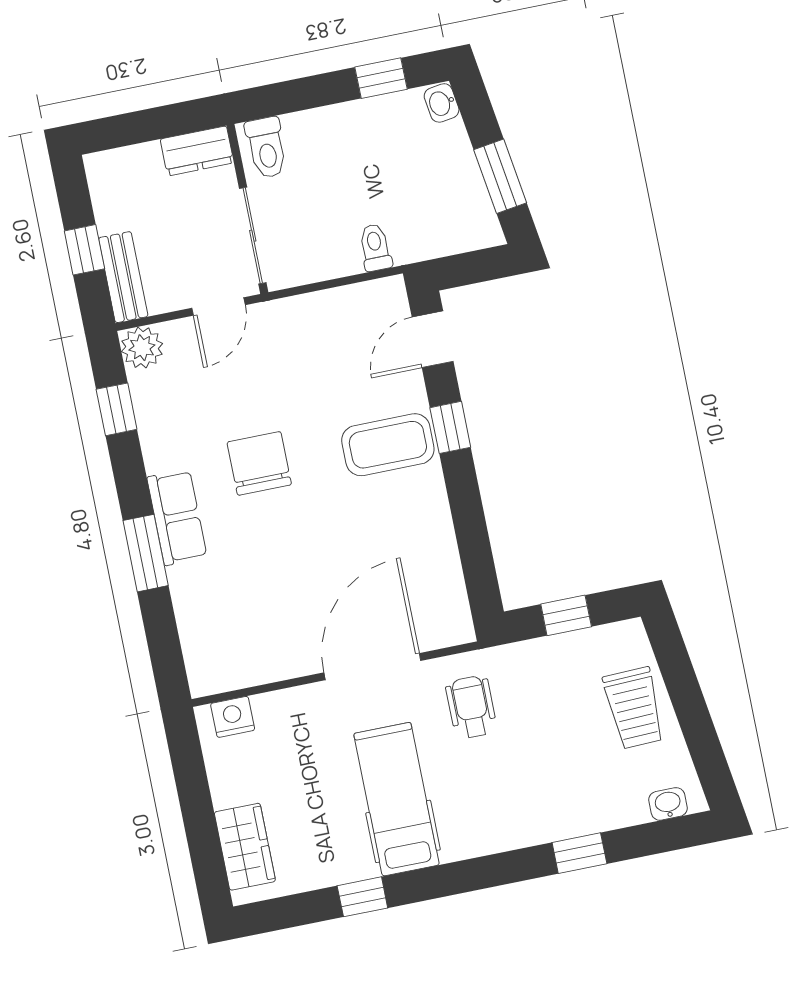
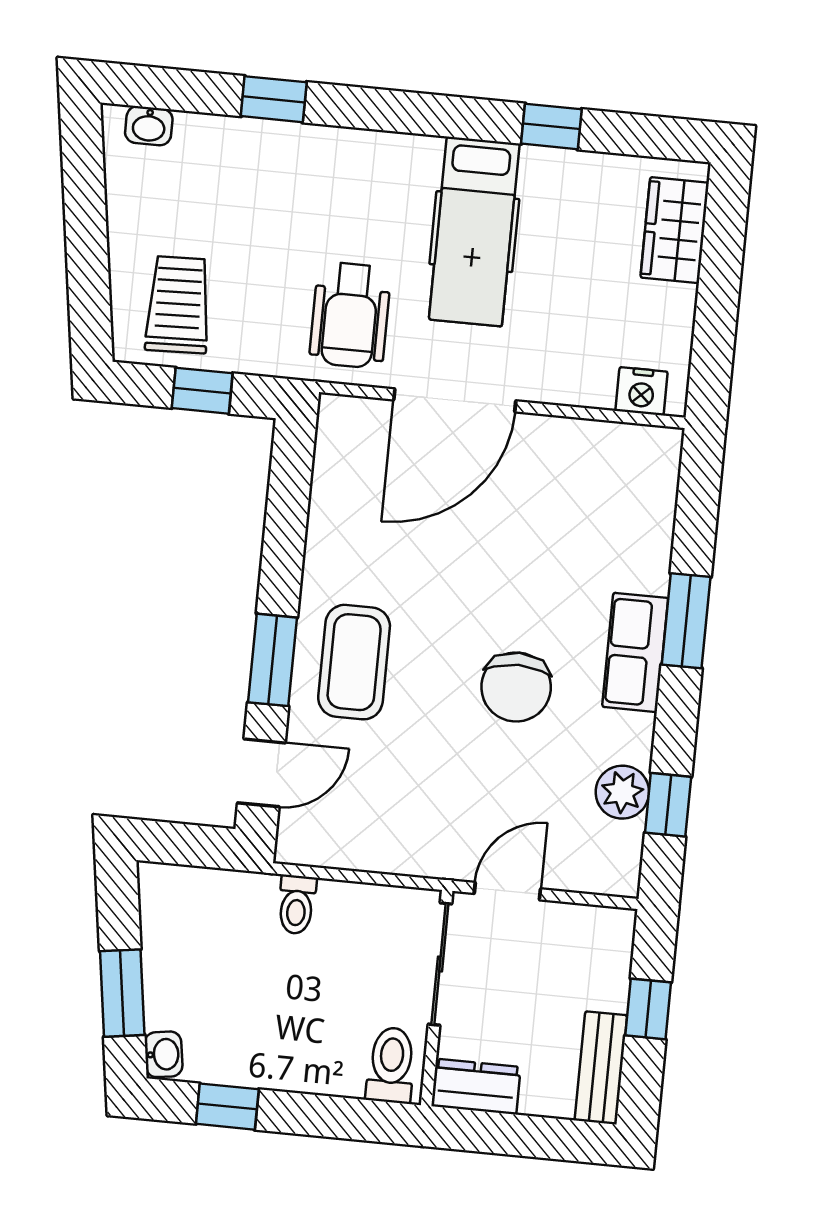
window: (500, 176) -> (122, 993), moved
bench: (123, 277) -> (601, 1068), moved
plant: (142, 348) -> (622, 792), moved
window: (450, 427) -> (272, 660), width x1.50
coffee table: (388, 445) -> (354, 662), turned 90
wheelchair: (471, 707) -> (350, 315), width x1.36, depth x1.37
trolley: (634, 708) -> (178, 305), moved

